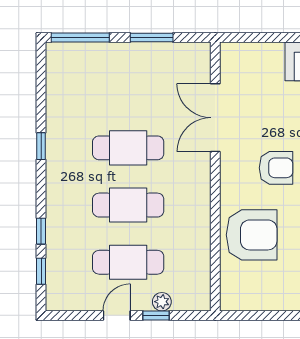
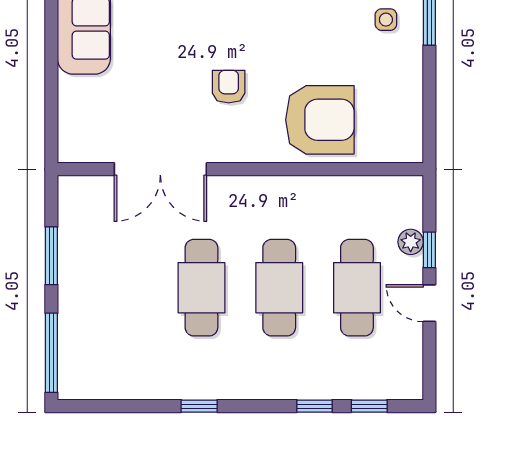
armchair: (276, 168) -> (229, 87), width x0.72, depth x0.72
armchair: (252, 235) -> (320, 120), turned 90

